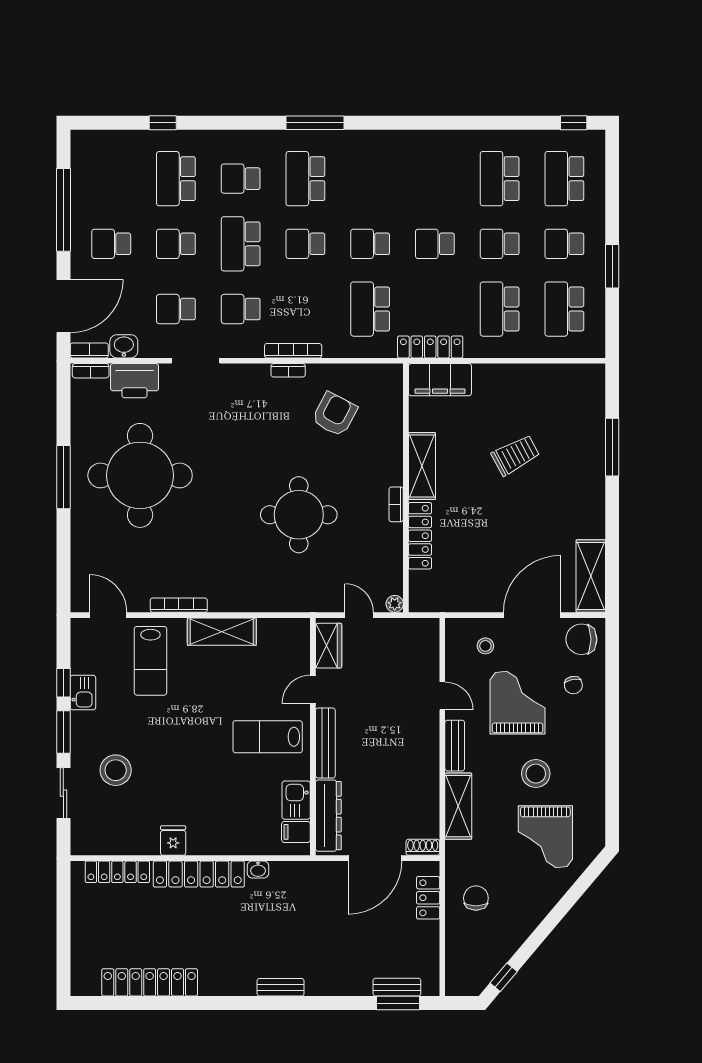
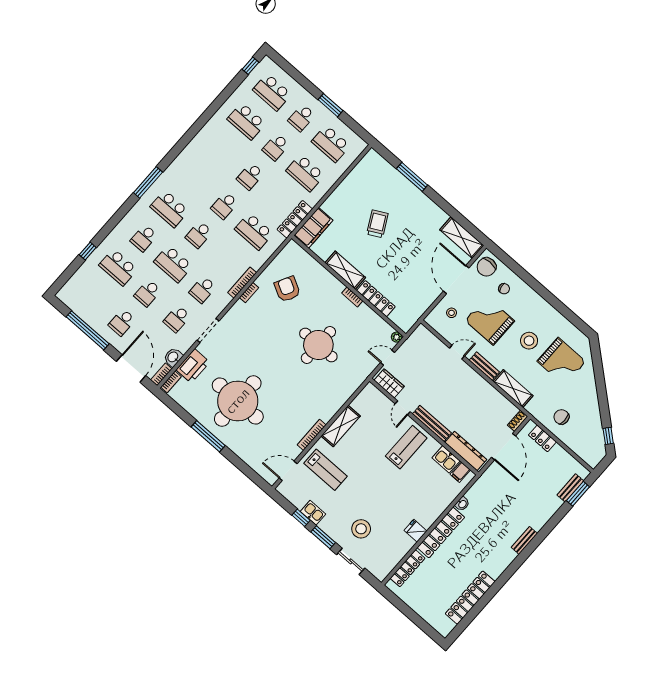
lab bench: (268, 737) -> (406, 447), turned 180

